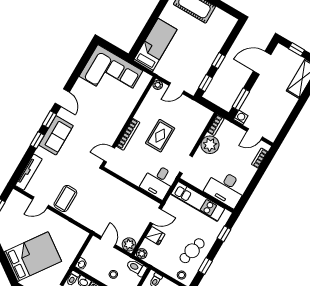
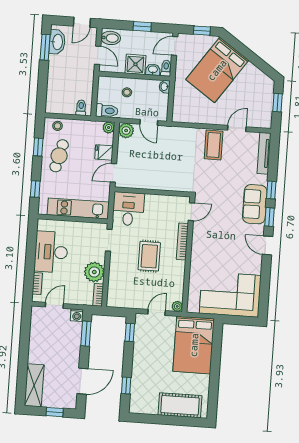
bed: (155, 45) -> (194, 345), width x1.50
window: (219, 61) -> (126, 385), moved
desk: (226, 188) -> (51, 252), moved, turned -90

